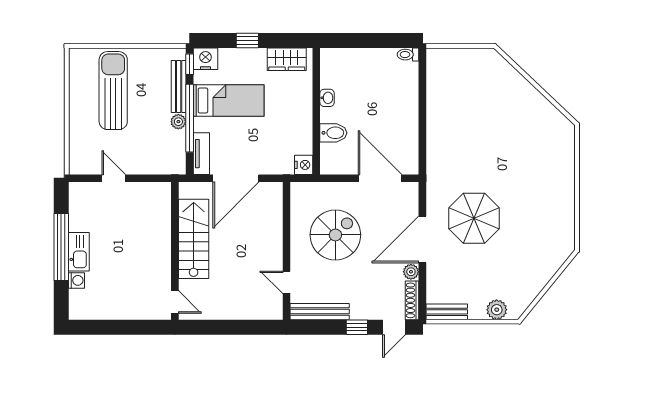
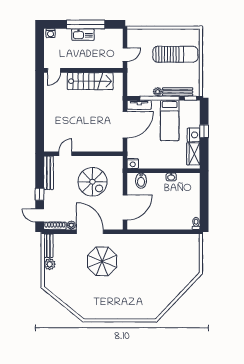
nightstand: (206, 59) -> (194, 135), moved
bidet: (333, 133) -> (141, 181), moved
door: (236, 178) -> (125, 125), swing flipped
stairs: (194, 239) -> (90, 81), moved
wall: (175, 251) -> (83, 70), moved
washing machine: (77, 280) -> (51, 33), moved
door: (175, 302) -> (54, 70), moved
plant: (497, 310) -> (50, 264), moved

